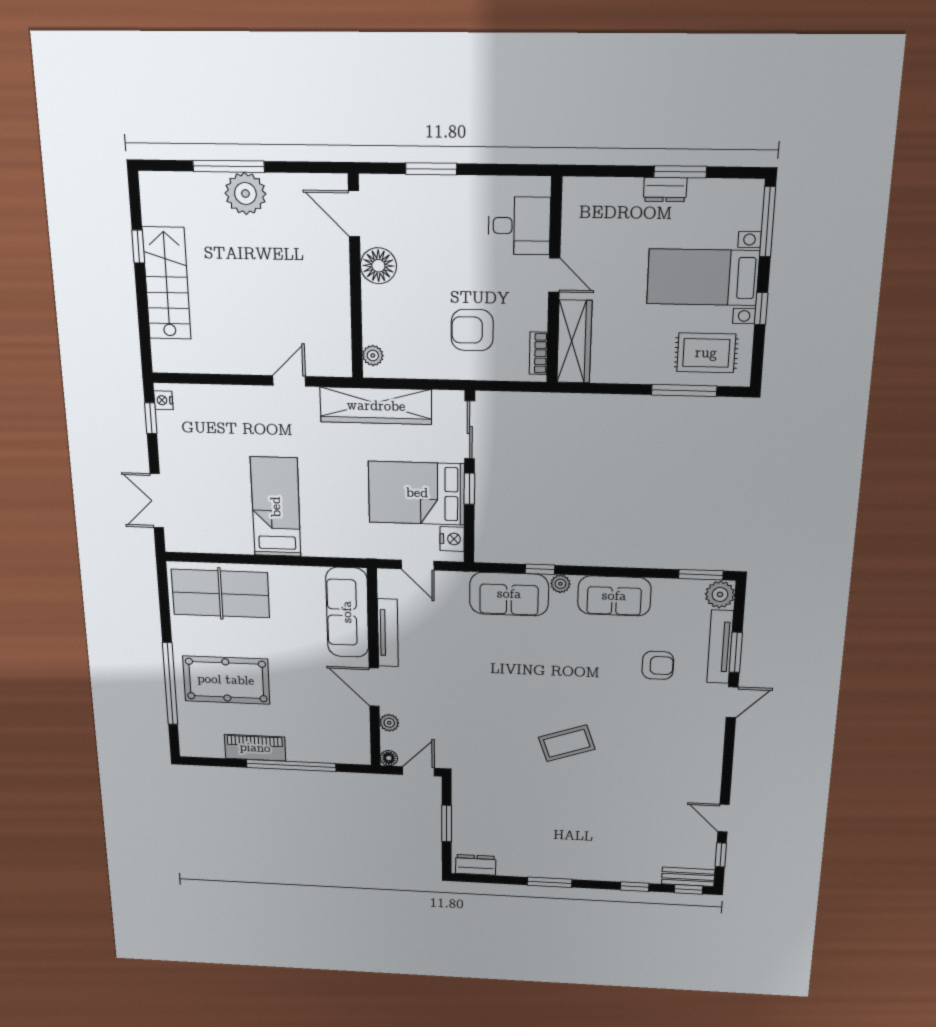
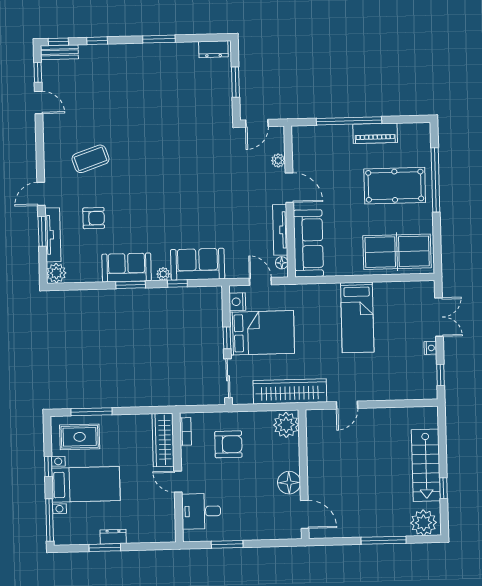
window: (431, 169) -> (227, 544), moved
plant: (245, 194) -> (424, 523), moved
plant: (373, 355) -> (286, 425), width x1.87, depth x1.87
nightstand: (163, 400) -> (430, 348), moved
window: (701, 575) -> (131, 285), moved
armchair: (658, 665) -> (94, 218), turned 180
coffee table: (567, 743) -> (90, 159), moved
floor lamp: (389, 758) -> (282, 263), moved

